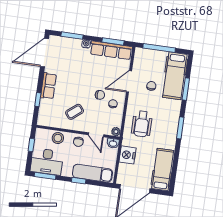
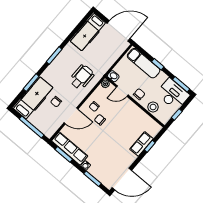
row of seats: (48, 86) -> (142, 144), moved
coffee table: (75, 112) -> (128, 119), removed
door: (96, 135) -> (122, 91), swing flipped
nightstand: (128, 155) -> (108, 60), removed

